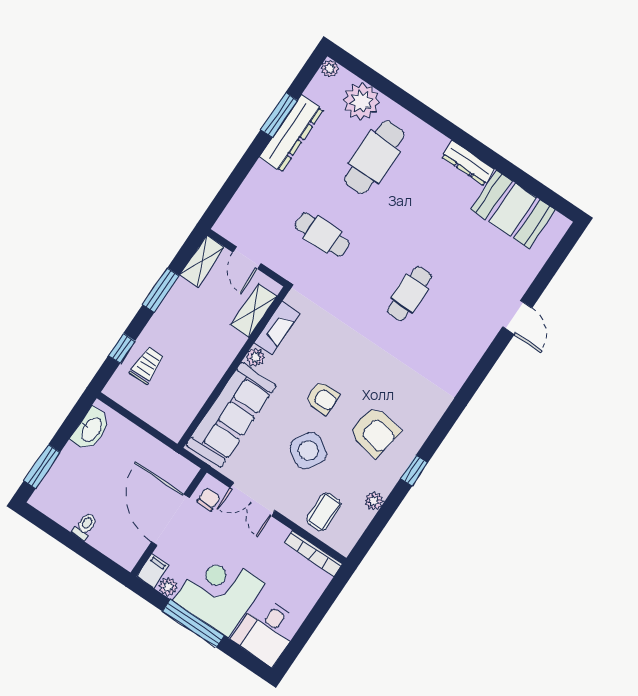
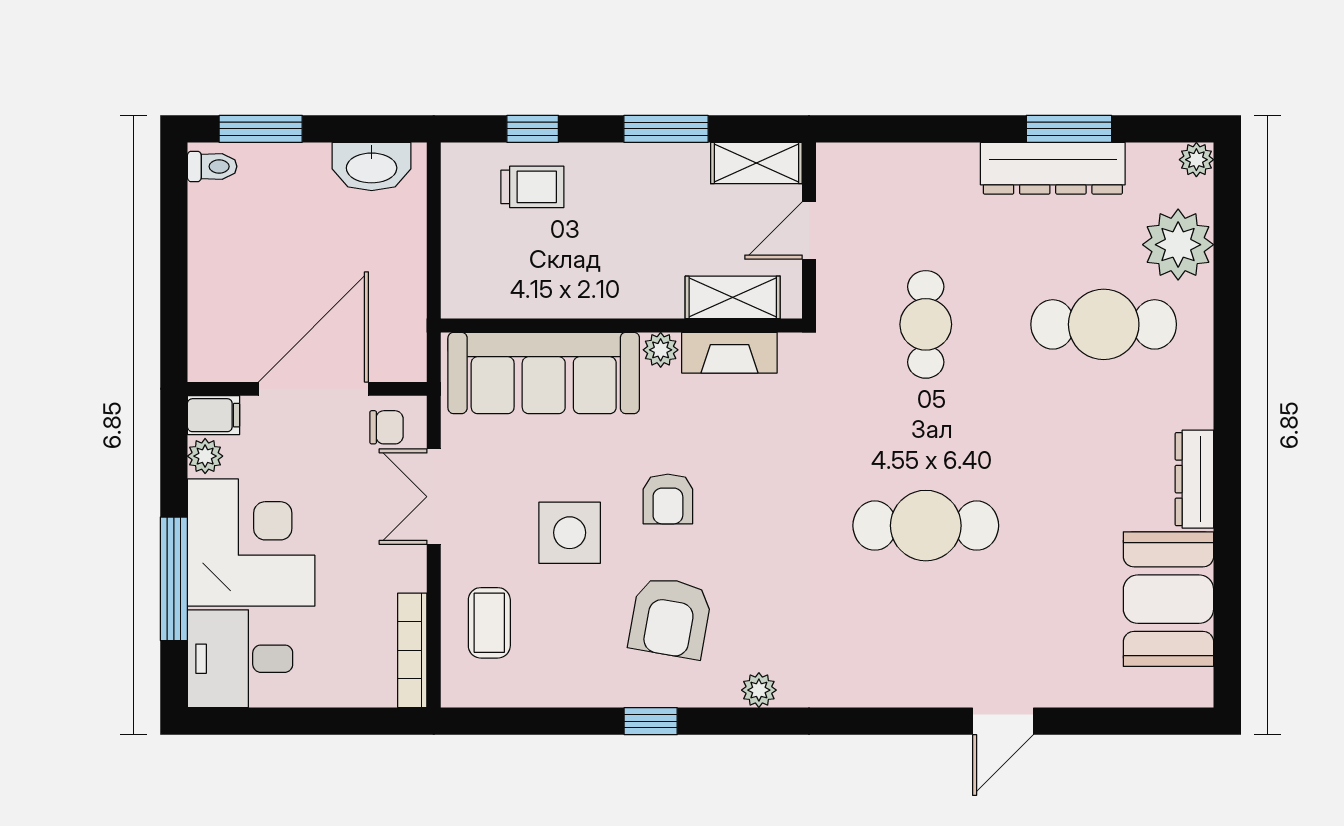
cafe table: (410, 294) -> (926, 526), width x1.37, depth x1.35
side table: (308, 451) -> (570, 533), turned -31
plant: (374, 501) -> (759, 690), moved
coffee table: (324, 512) -> (489, 623), turned 90
toilet: (85, 526) -> (212, 166), moved
window: (193, 623) -> (174, 579), moved

